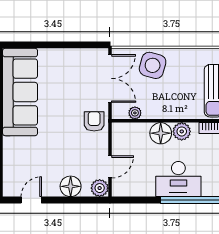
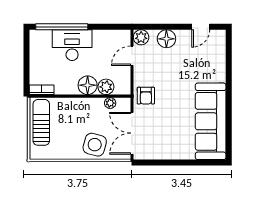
plant: (182, 131) -> (106, 87), moved

